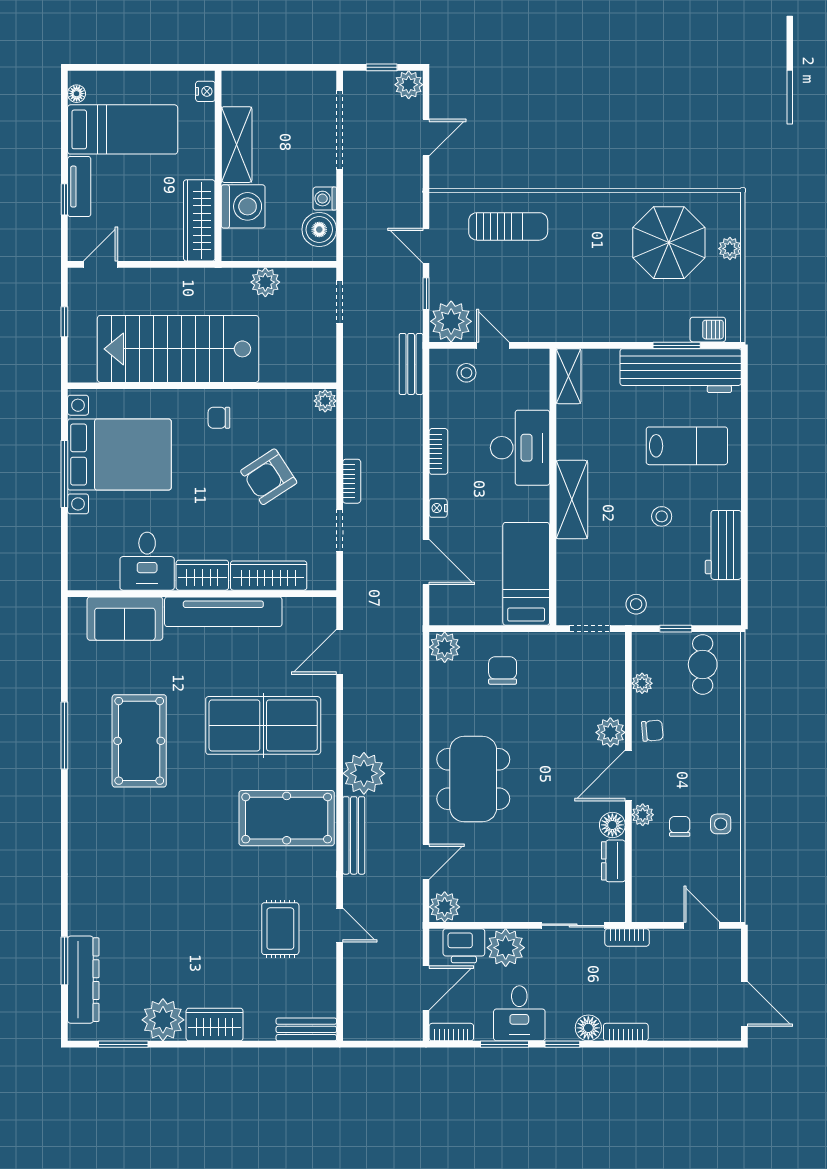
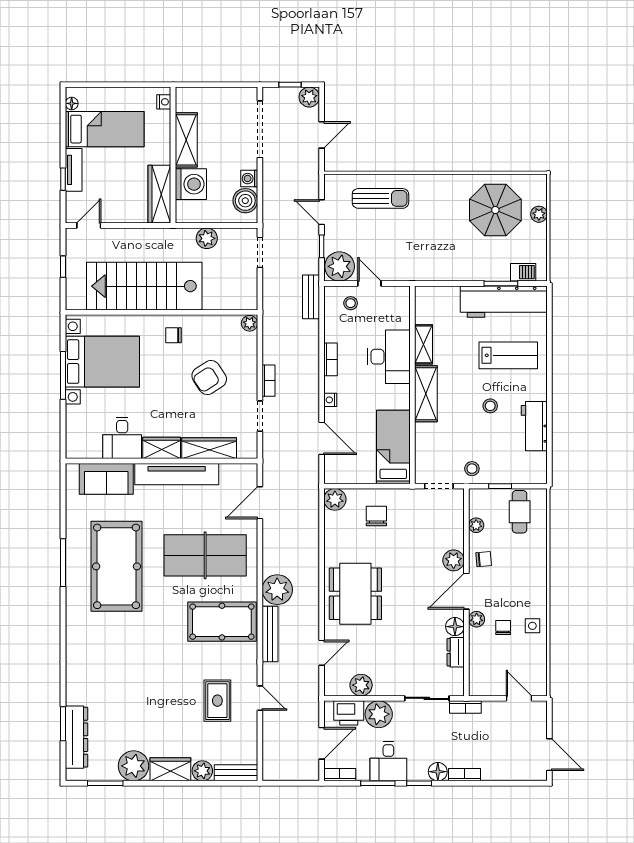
shelving: (569, 376) -> (424, 344), moved
pool table: (139, 741) -> (117, 566), width x1.36, depth x1.32
plant: (445, 907) -> (361, 685), moved
plant: (259, 1027) -> (202, 771), added

